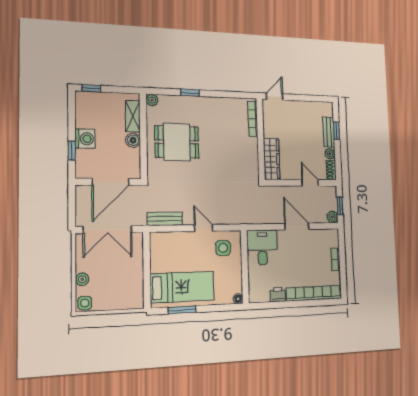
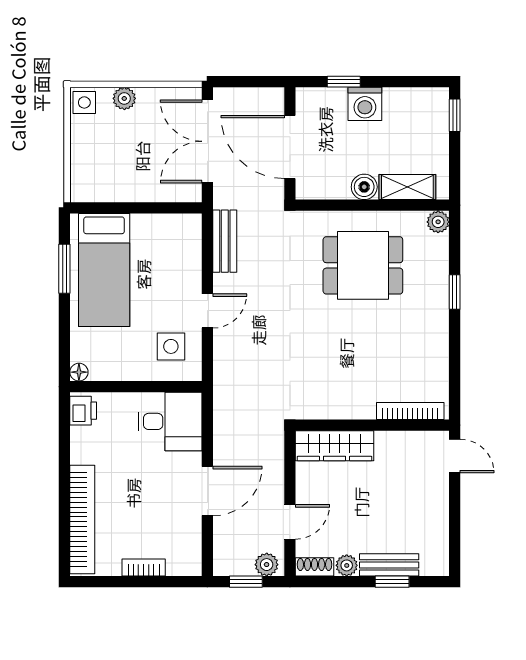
dining table: (177, 142) -> (363, 265), turned 90
plant: (332, 217) -> (267, 565), moved
printer: (278, 294) -> (83, 411), moved

